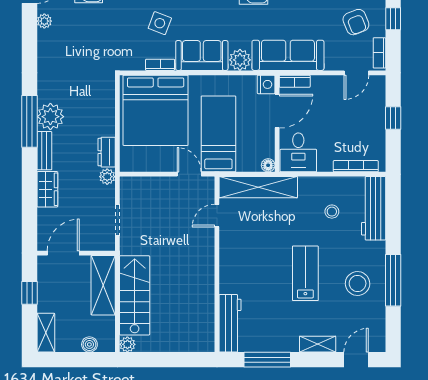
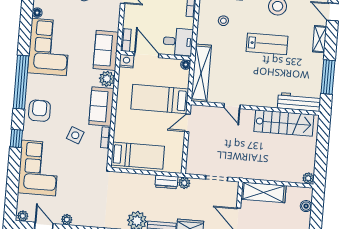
sofa: (288, 55) -> (106, 50), width x0.73
bed: (156, 110) -> (138, 156), width x0.49
door: (217, 216) -> (232, 106), moved
lab bench: (305, 273) -> (267, 44), turned 180
stairs: (135, 295) -> (284, 123), moved, turned 180

